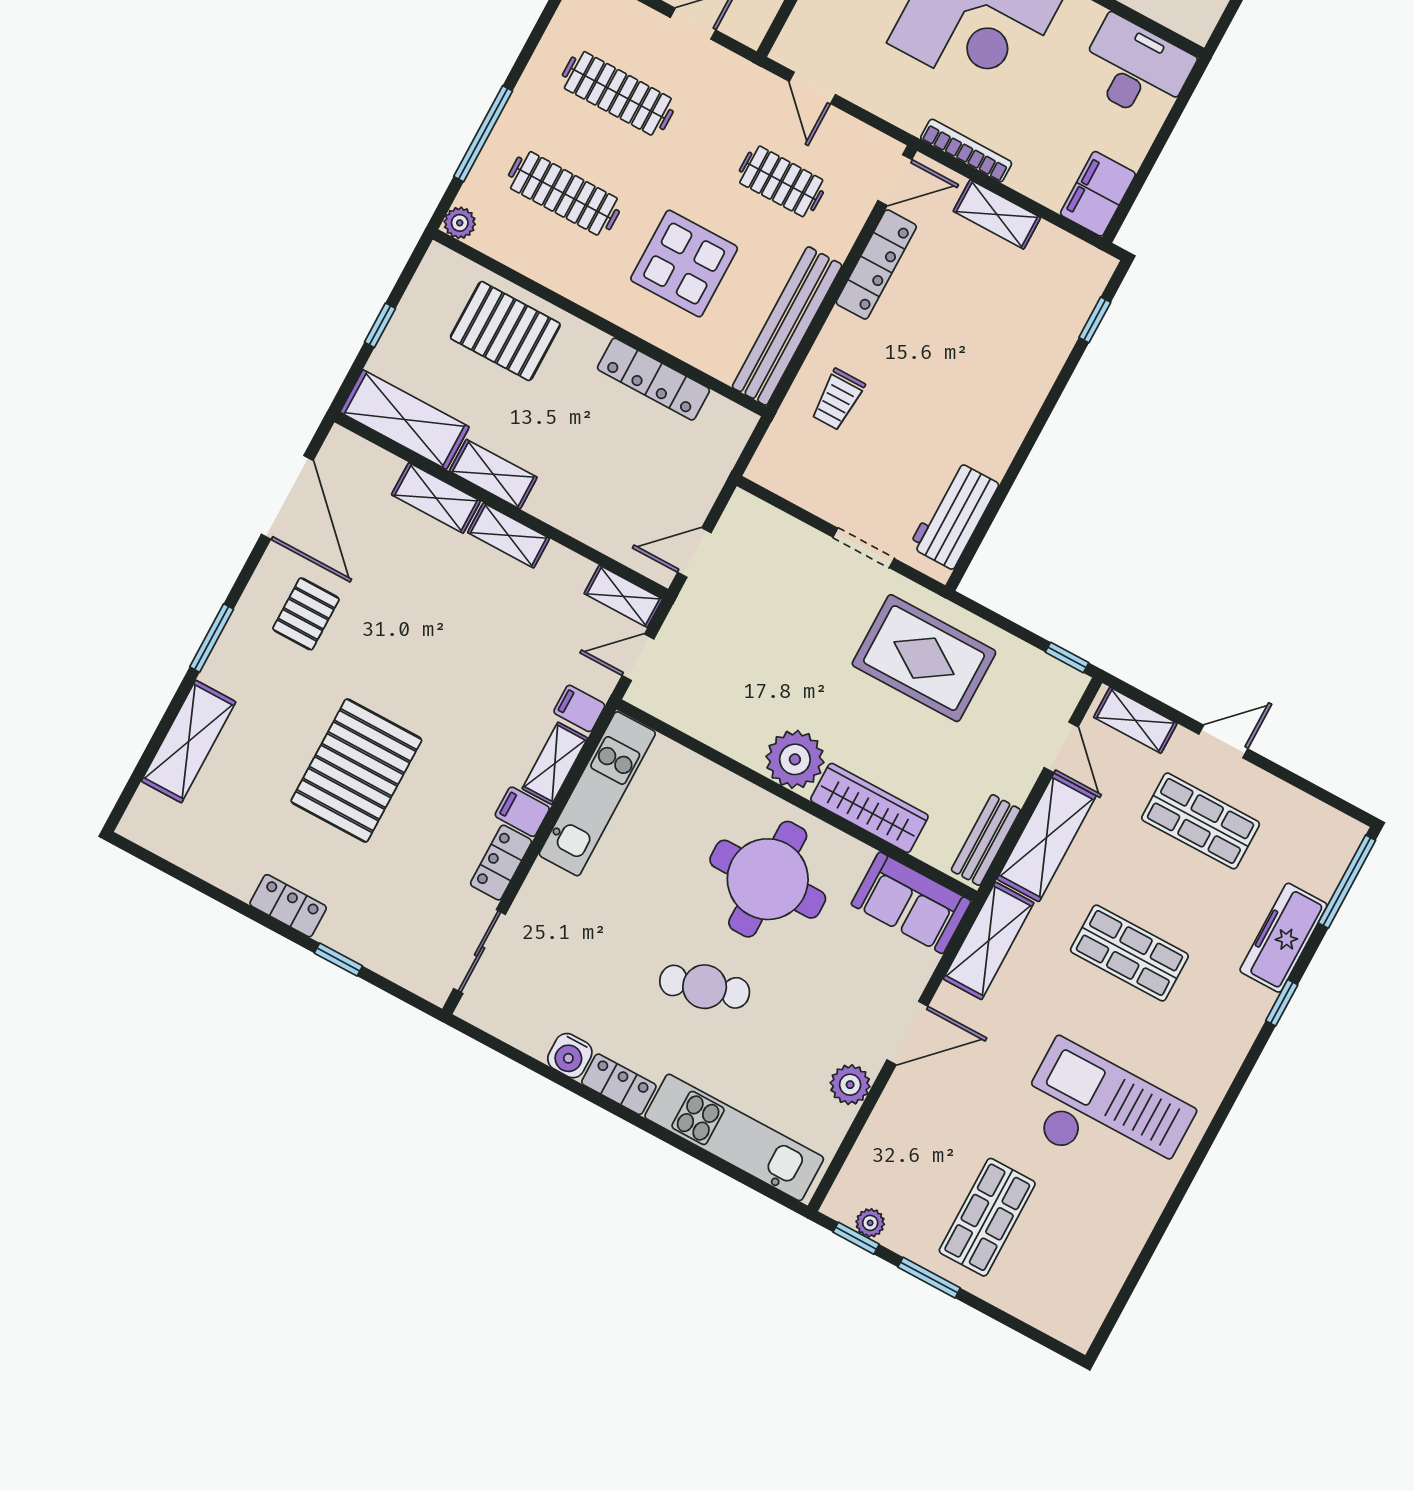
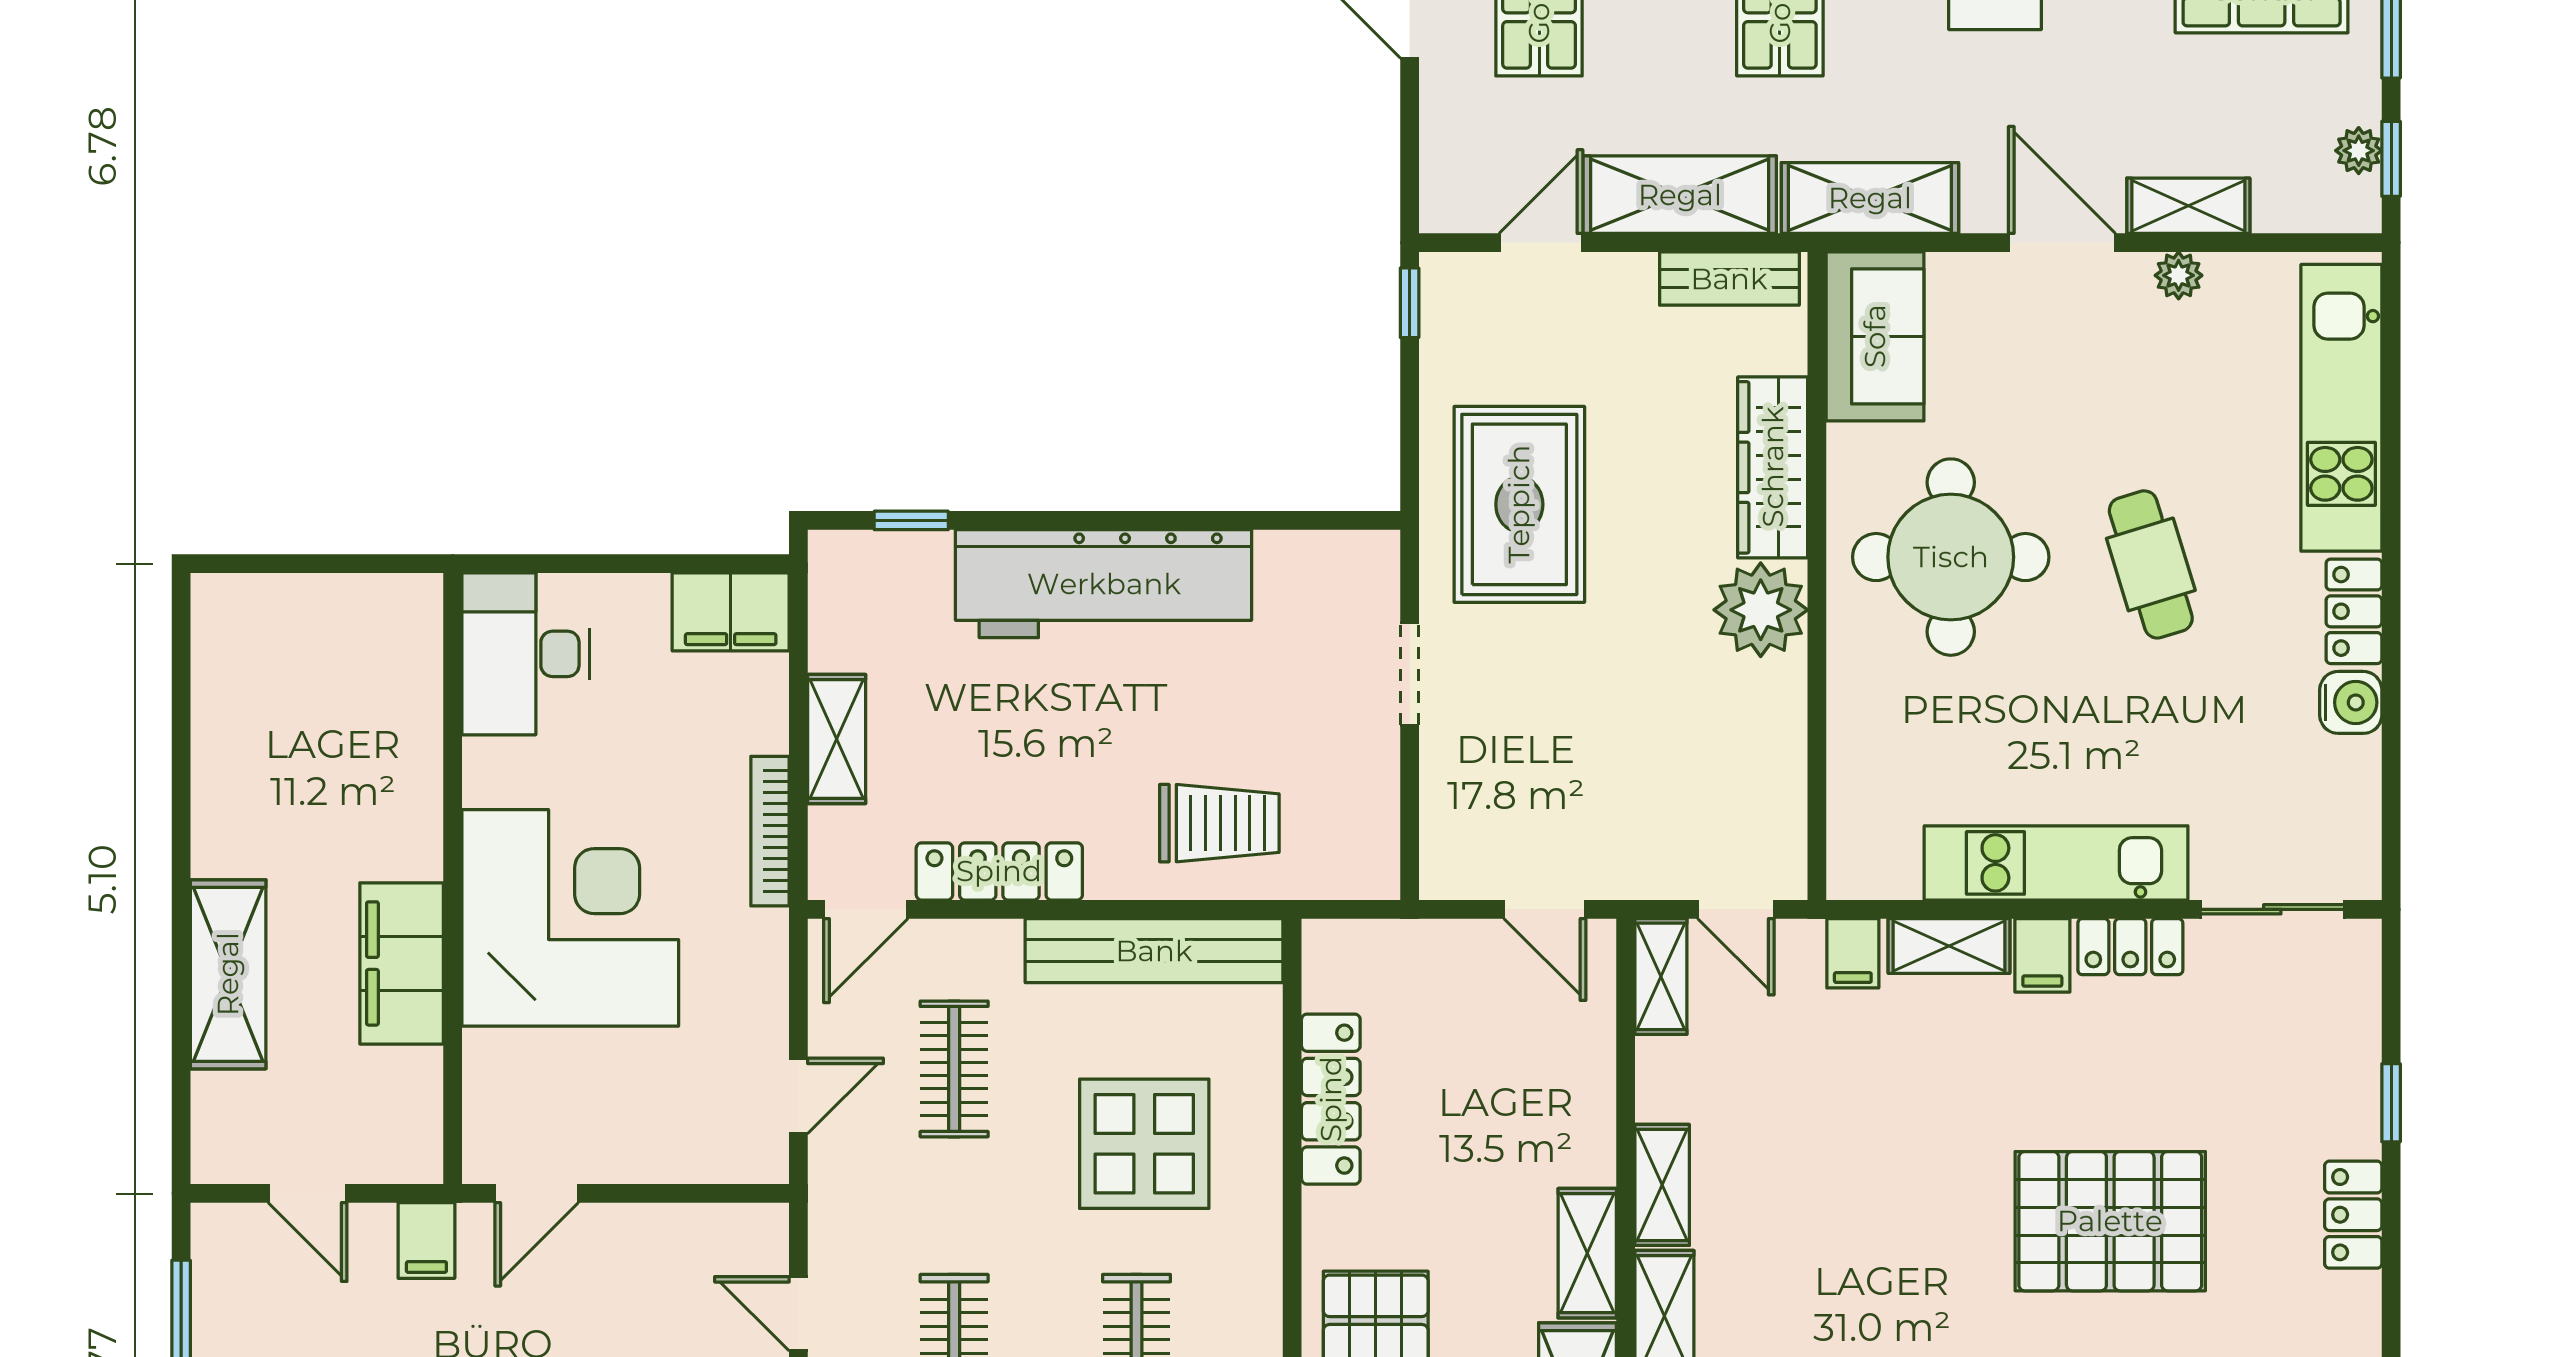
door: (895, 180) -> (866, 909), swing flipped
trolley: (838, 399) -> (1219, 823), width x1.36, depth x1.39
workbench: (954, 515) -> (1104, 584), moved, width x1.88, depth x1.32
shelving: (1135, 720) -> (2188, 206), moved, turned 90
kitchen unit: (597, 794) -> (2056, 863), moved
plant: (850, 1085) -> (2179, 275), width x0.73, depth x0.73

